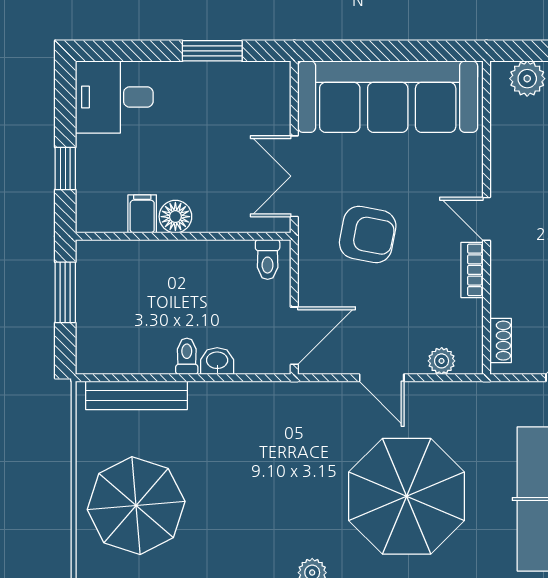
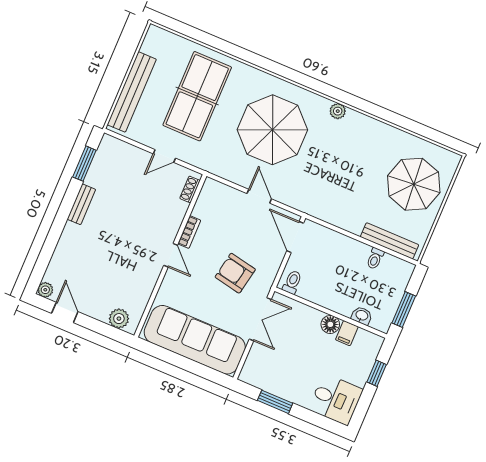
door: (294, 336) -> (295, 237), hinge flipped
toilet: (187, 356) -> (375, 258), moved
washbasin: (217, 361) -> (362, 316), moved, turned 180
plant: (442, 361) -> (225, 192), removed

